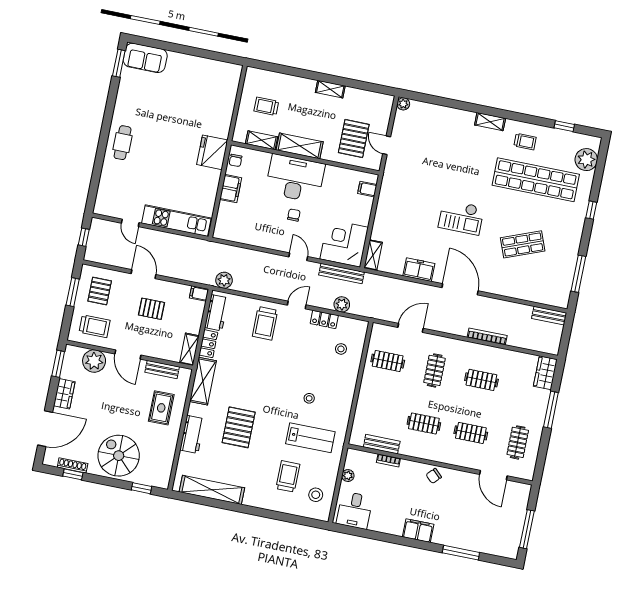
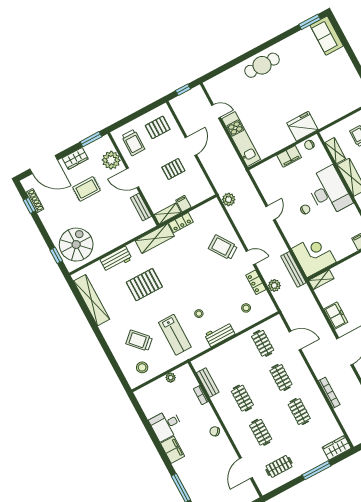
cafe table: (123, 143) -> (262, 65), width x1.37, depth x1.35
door: (130, 223) -> (216, 111), swing flipped
door: (298, 257) -> (270, 213), moved
window: (73, 292) -> (143, 111), removed
filing cabinet: (199, 294) -> (183, 204), moved
pallet: (151, 309) -> (173, 169), turned 90
workbench: (216, 313) -> (220, 334), moved, turned 180
trolley: (265, 323) -> (223, 247), turned 56
door: (128, 354) -> (133, 178), hinge flipped
clothes rail: (435, 370) -> (281, 377), turned 90
rug: (161, 408) -> (87, 189), moved
spiral stairs: (119, 456) -> (76, 245), moved
trolley: (288, 476) -> (139, 341), turned -133
desk: (355, 510) -> (166, 425), moved

